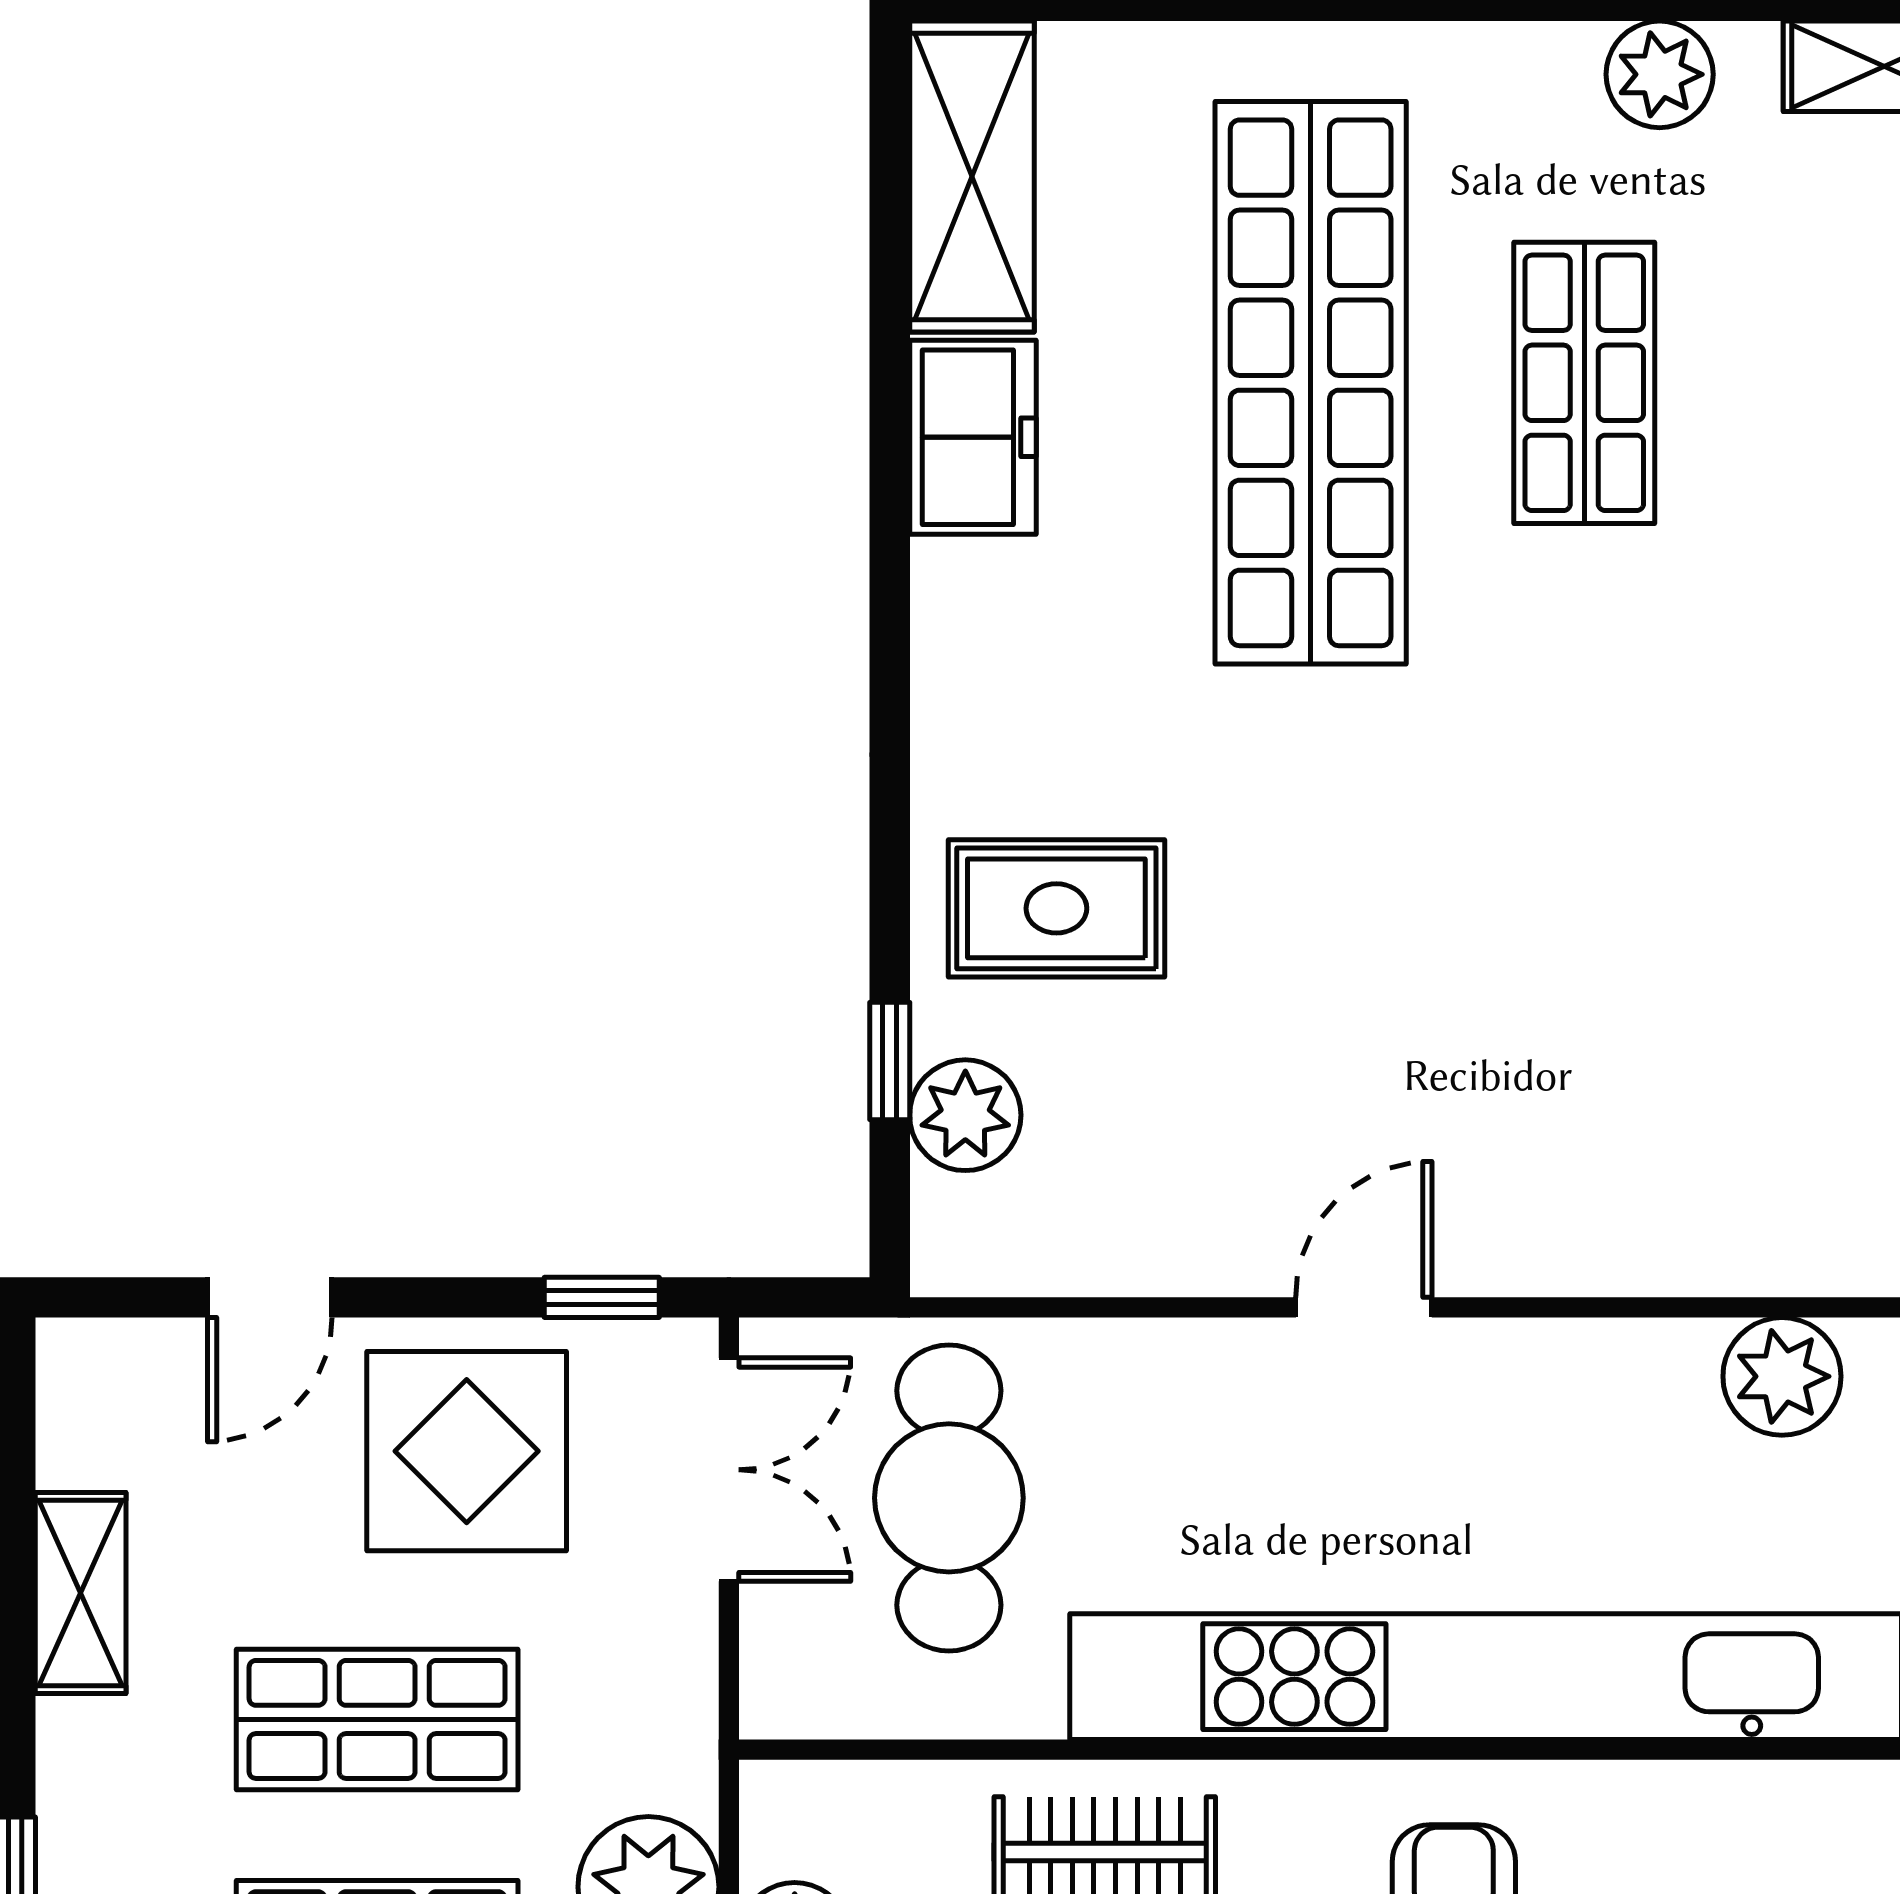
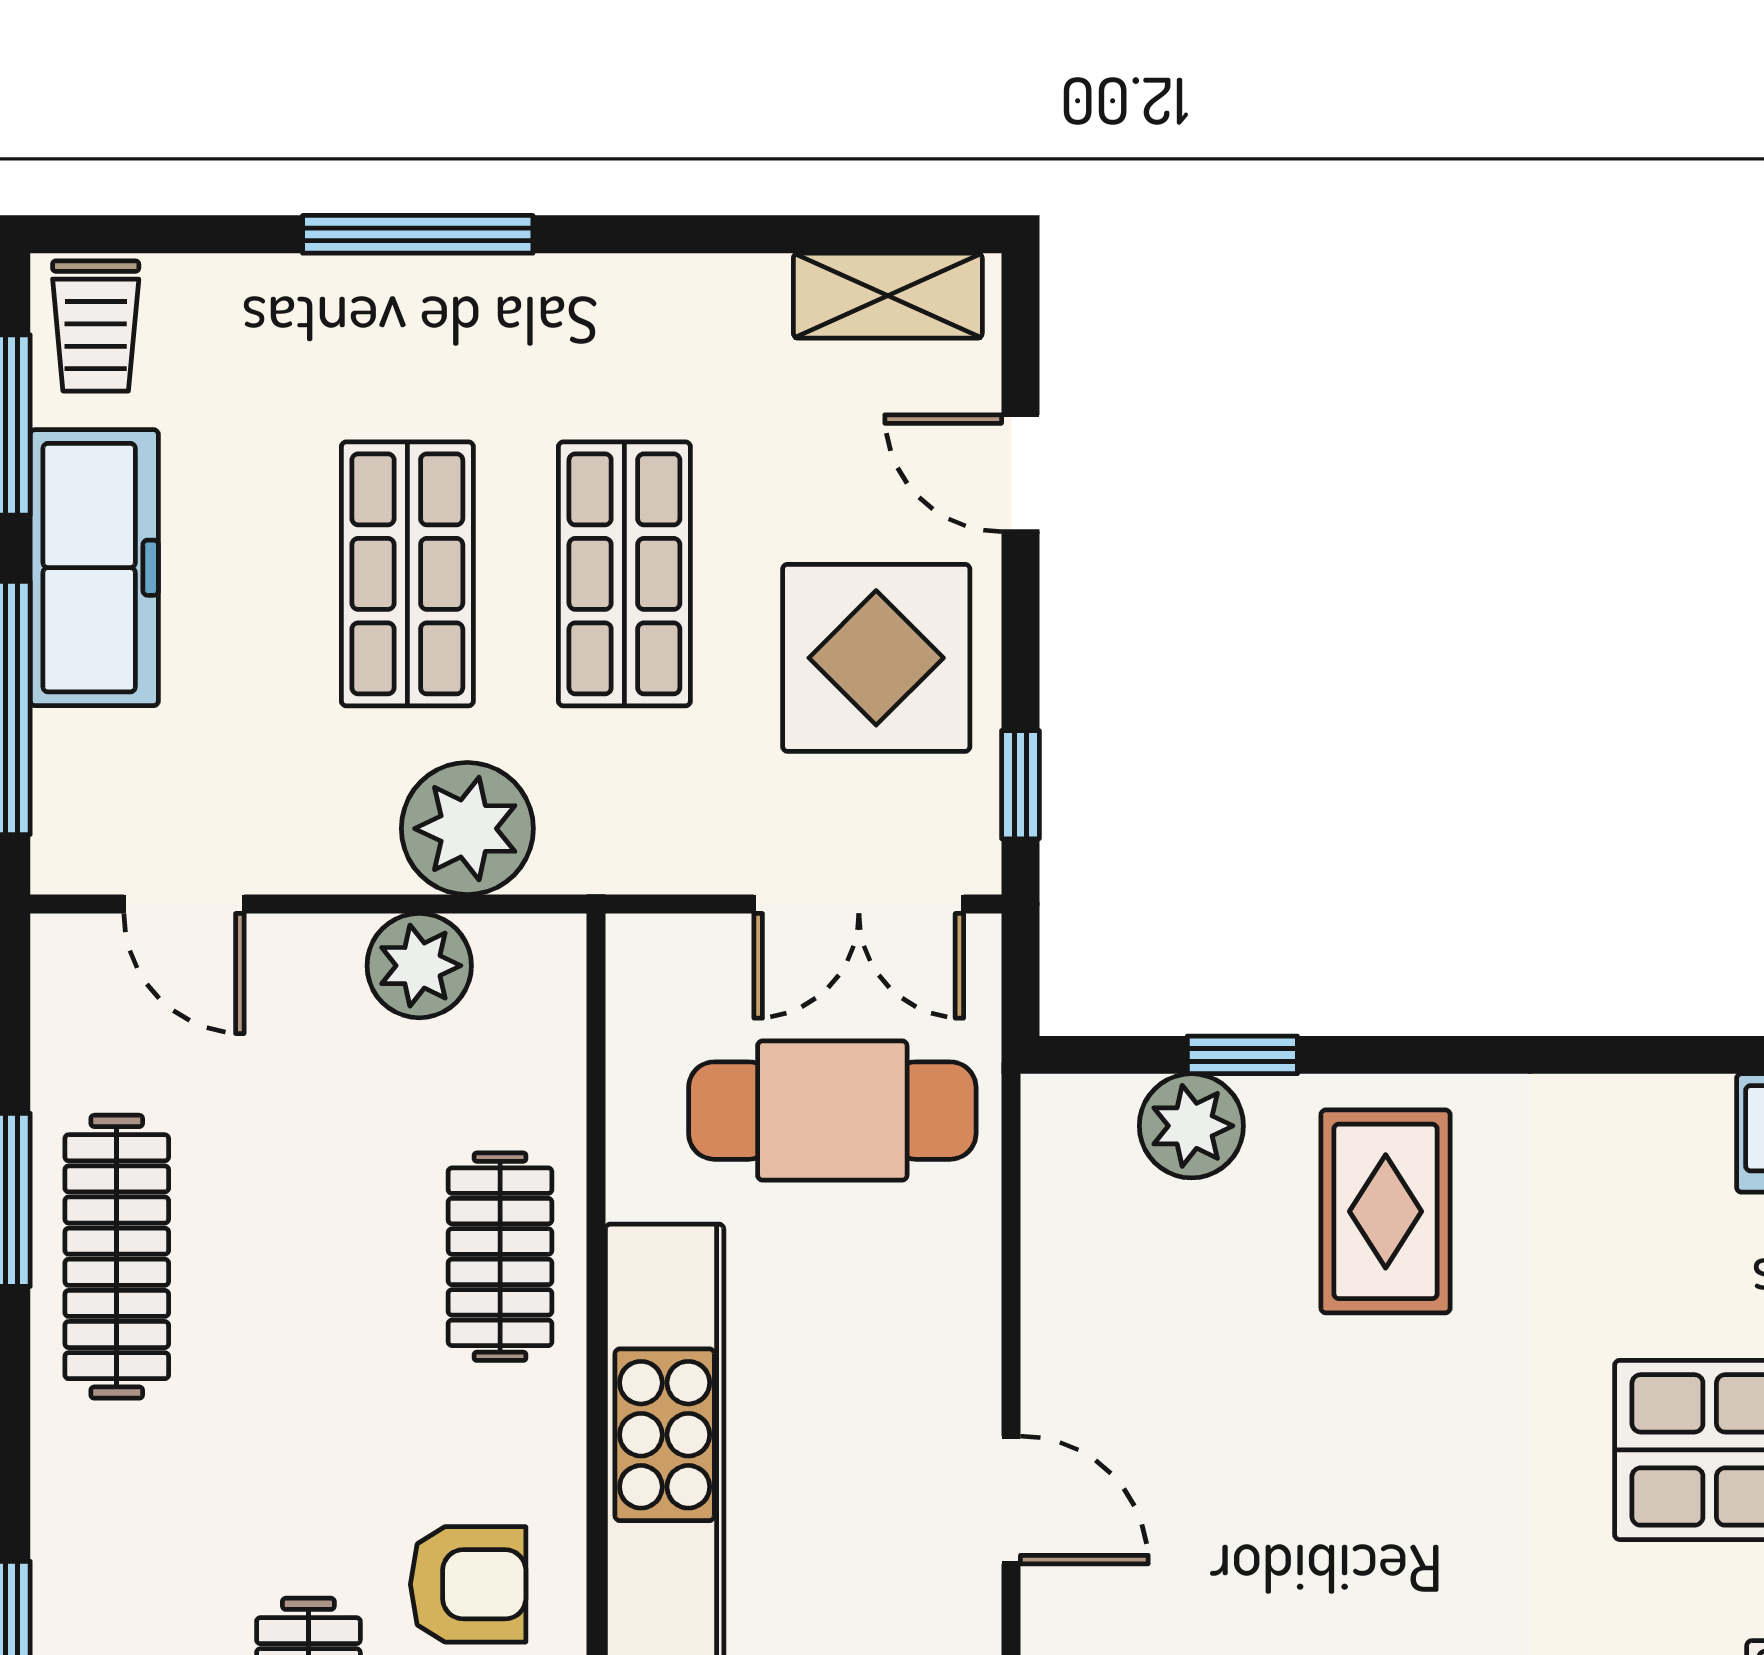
shelving: (81, 1593) -> (888, 296), moved

